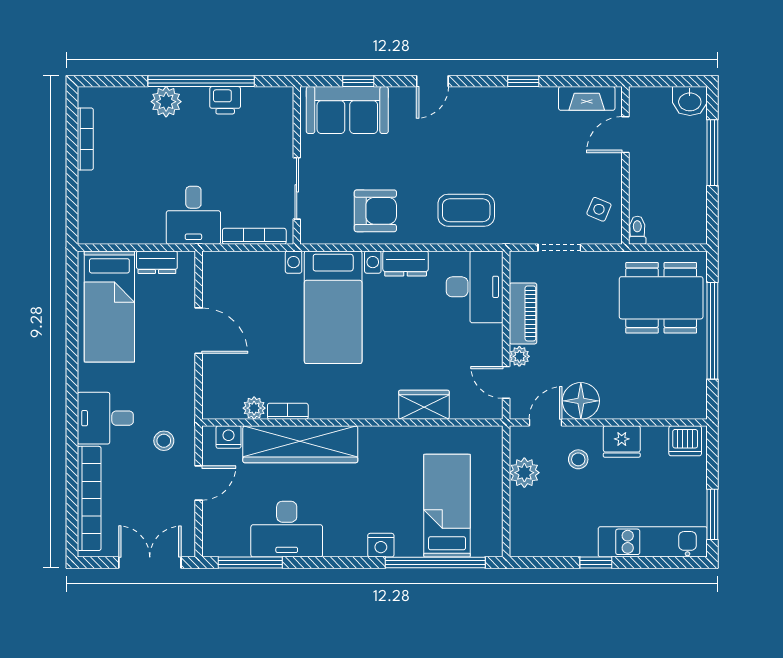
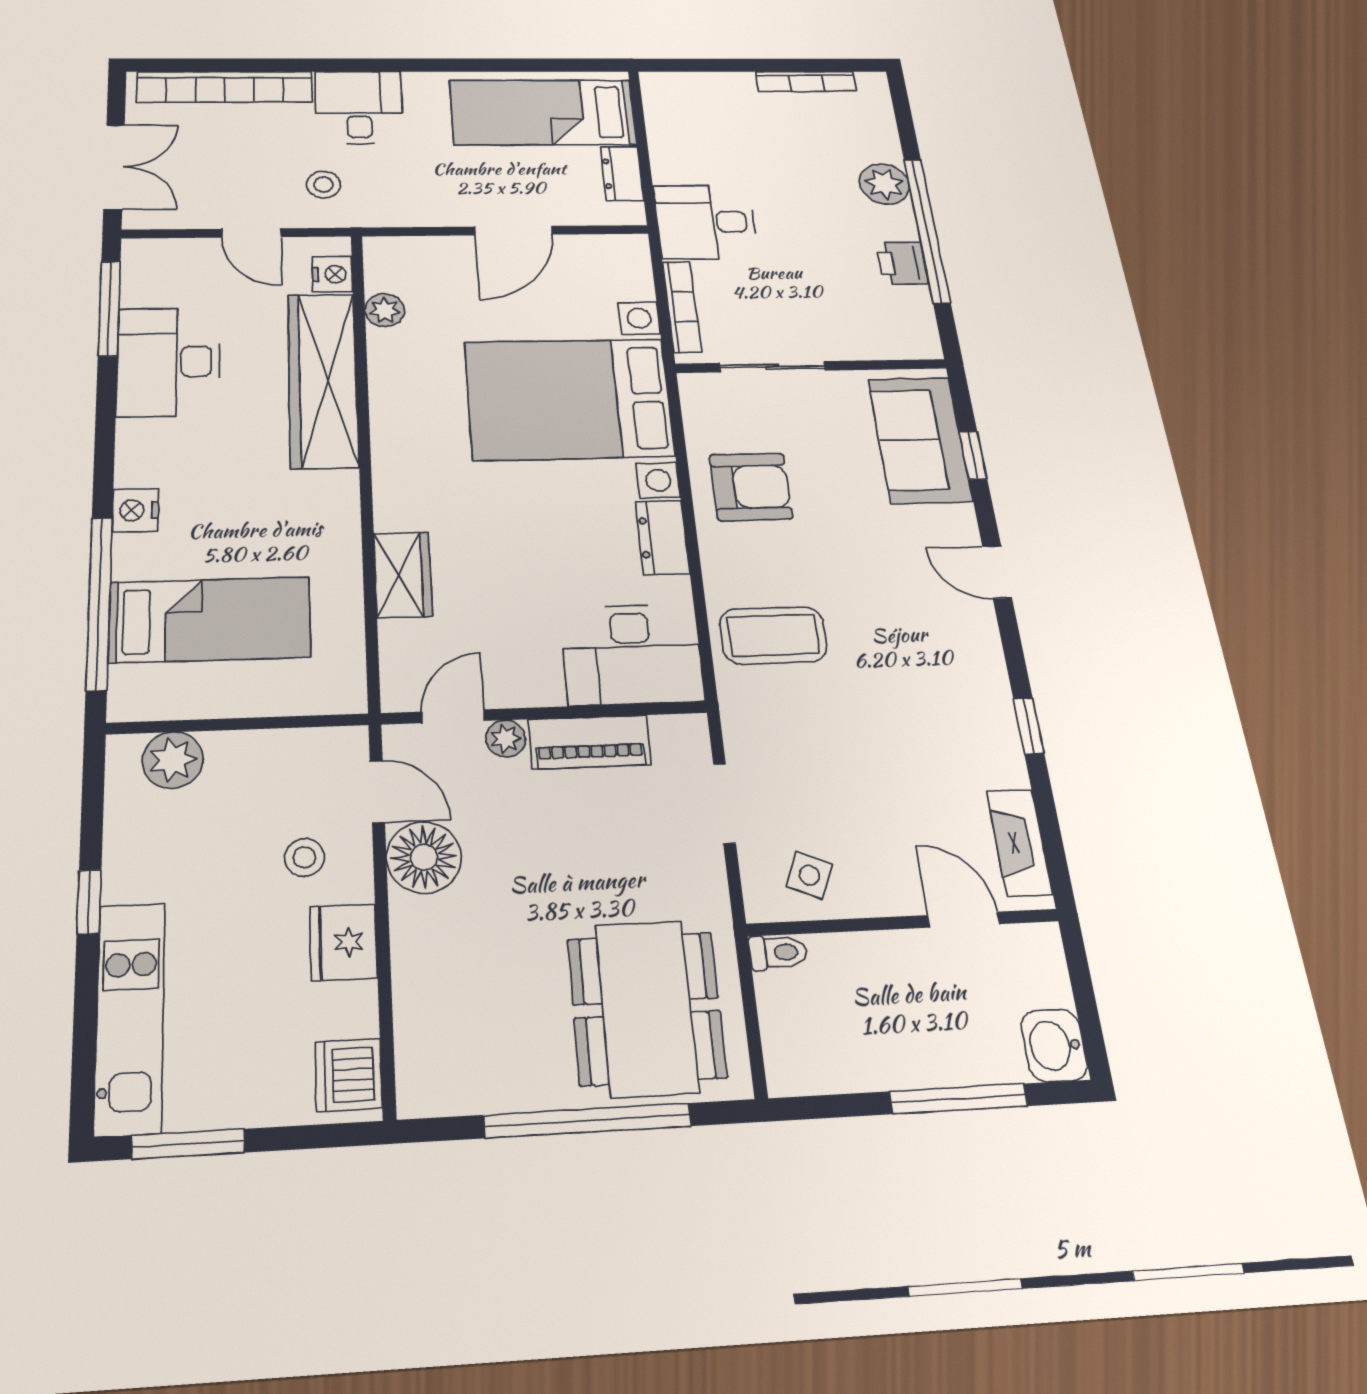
coffee table: (466, 210) -> (773, 635), turned 90
armchair: (375, 211) -> (751, 487), turned -90
bed with nightstands: (333, 307) -> (569, 399), width x1.36
bookcase: (288, 411) -> (381, 360), removed
plant: (524, 473) -> (173, 760), moved

